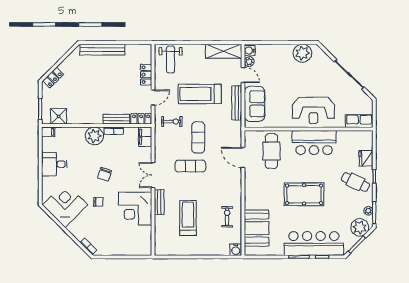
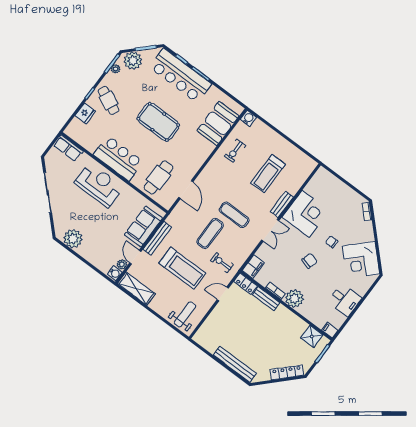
locker: (146, 75) -> (214, 317), removed
locker: (53, 78) -> (287, 372), width x1.53

